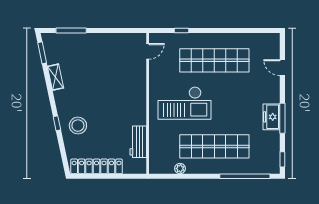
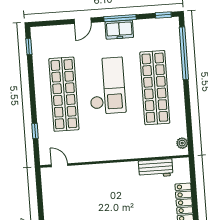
window: (262, 30) -> (29, 47), added
door: (282, 68) -> (83, 21), moved
checkout: (184, 103) -> (107, 86), moved
plant: (180, 168) -> (182, 143), moved

